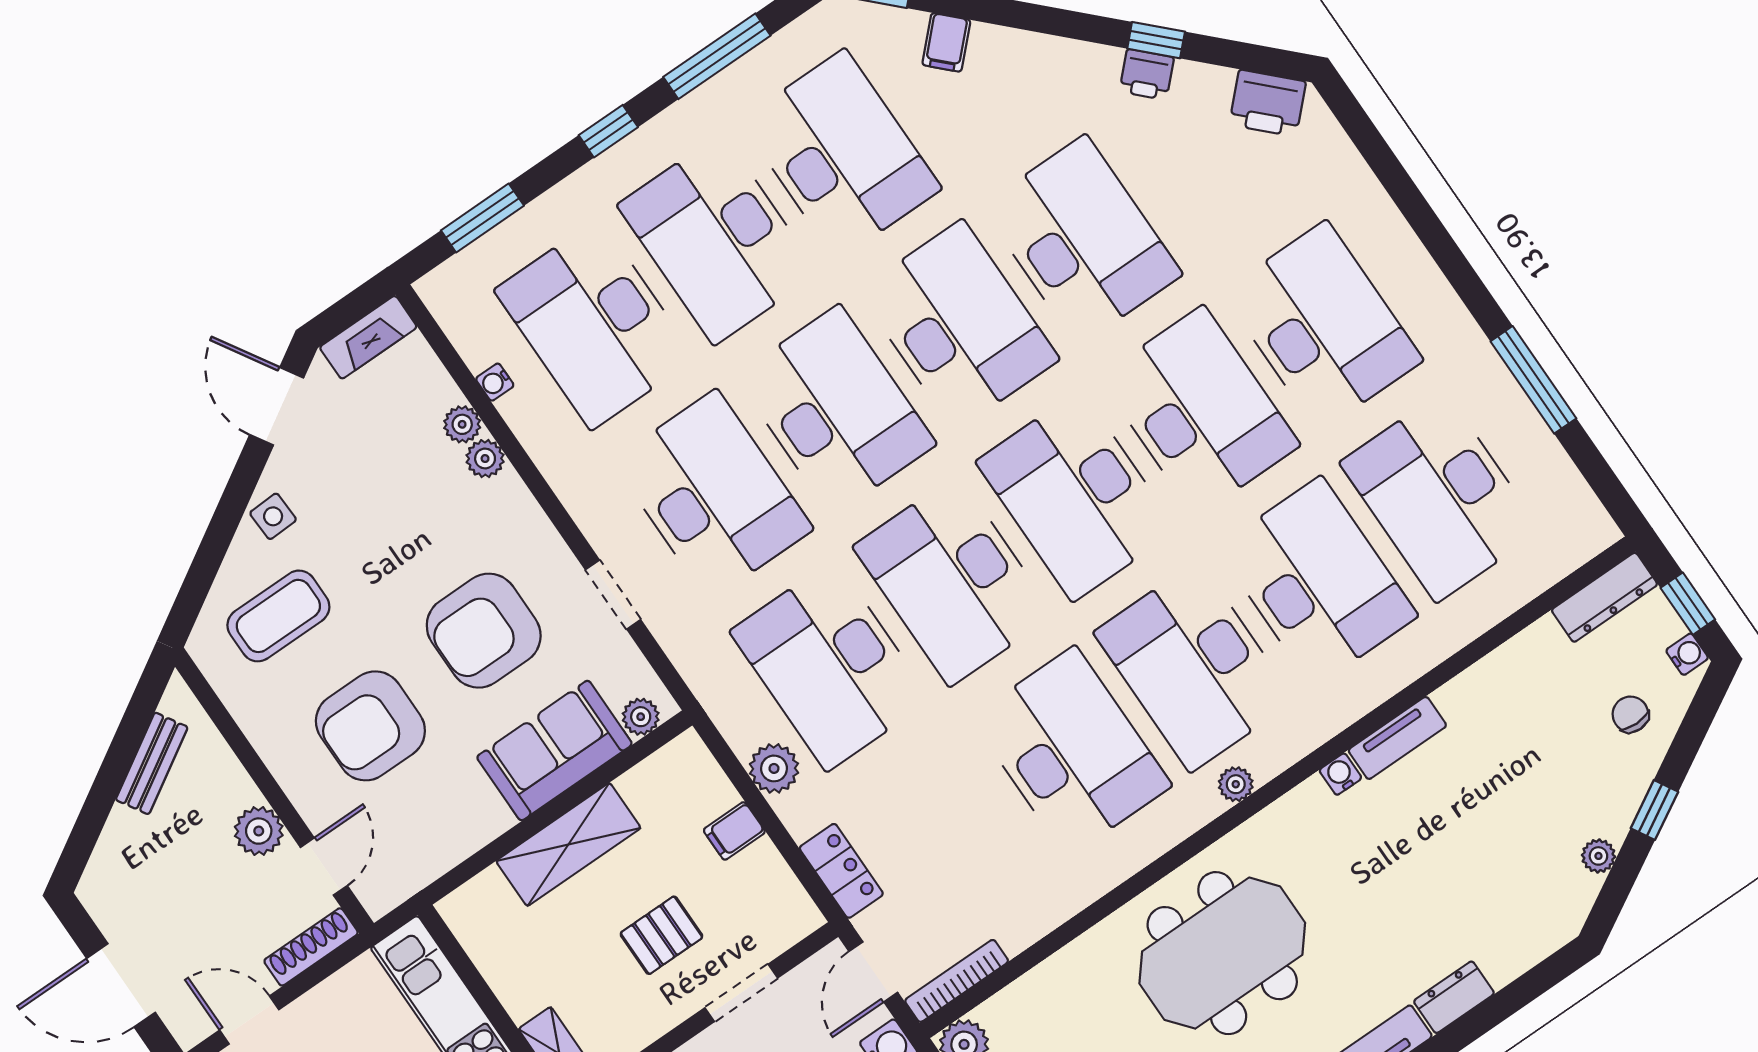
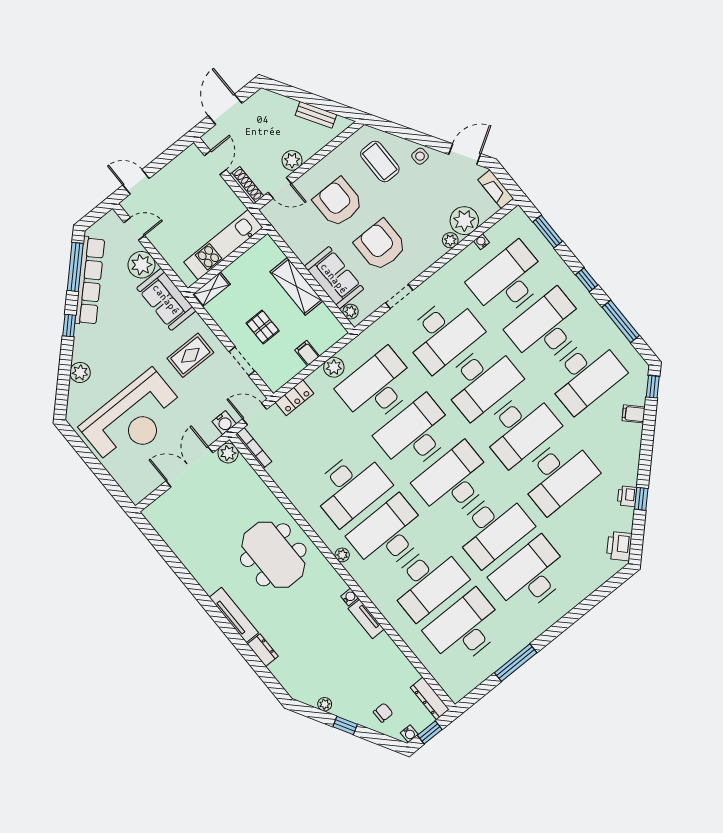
desk: (1323, 326) -> (531, 575), turned 180
plant: (462, 424) -> (464, 221), width x1.88, depth x1.88

